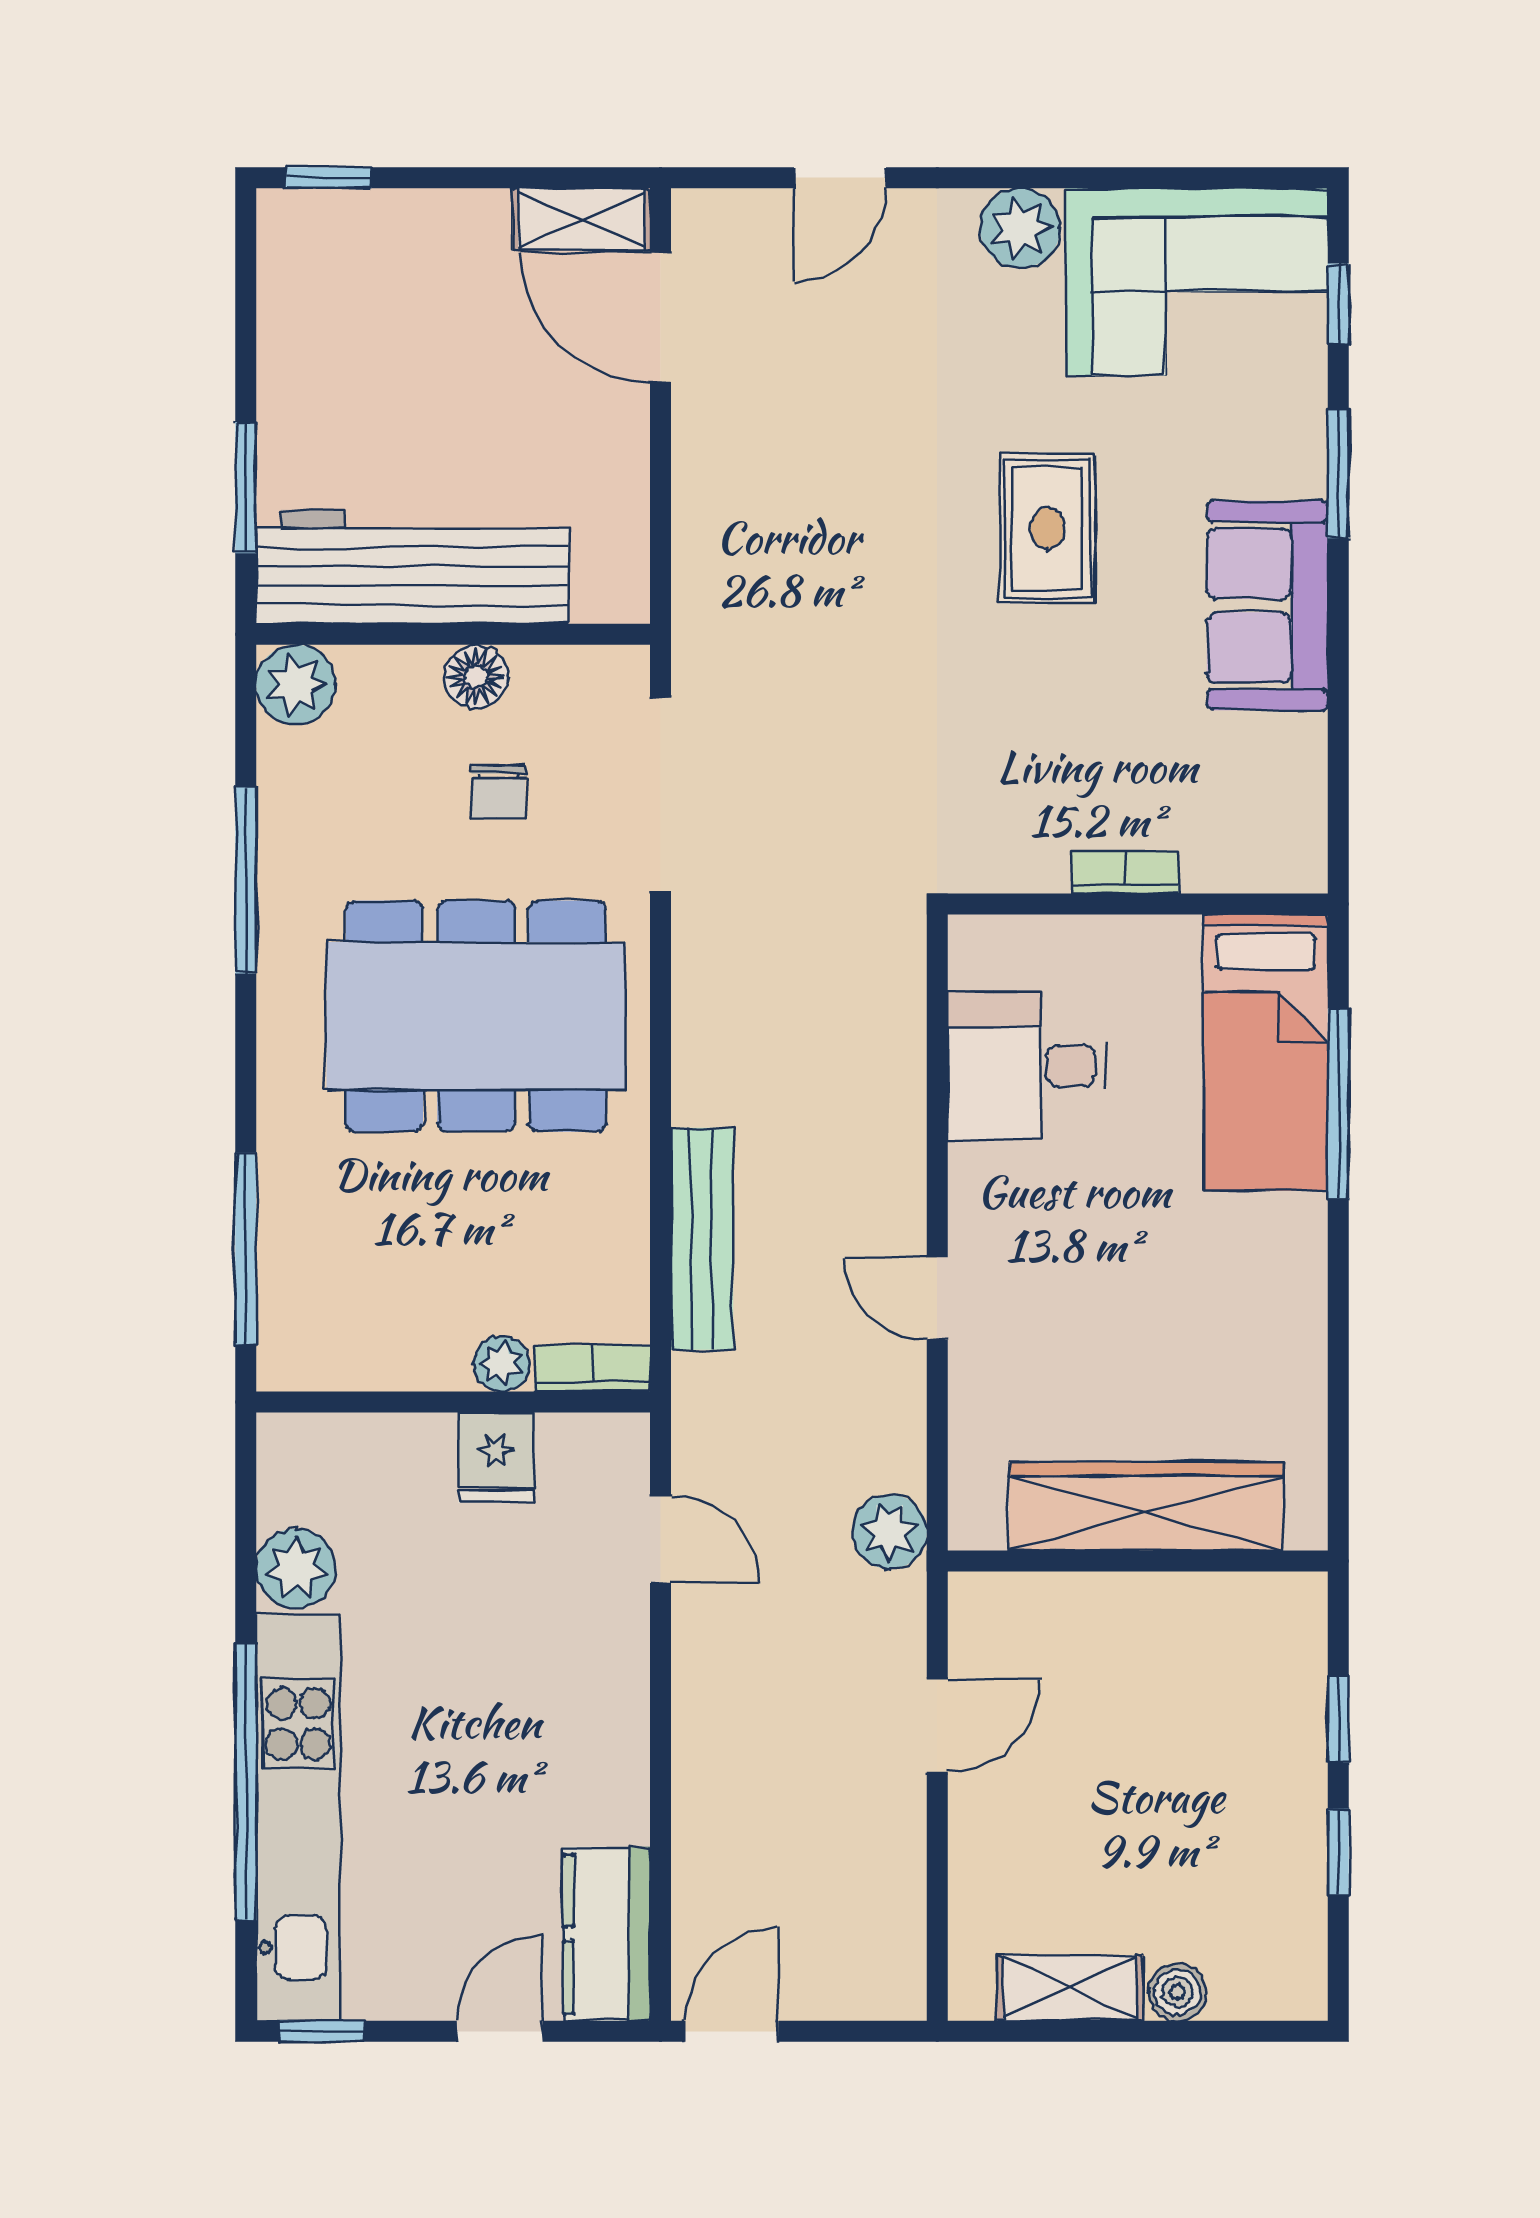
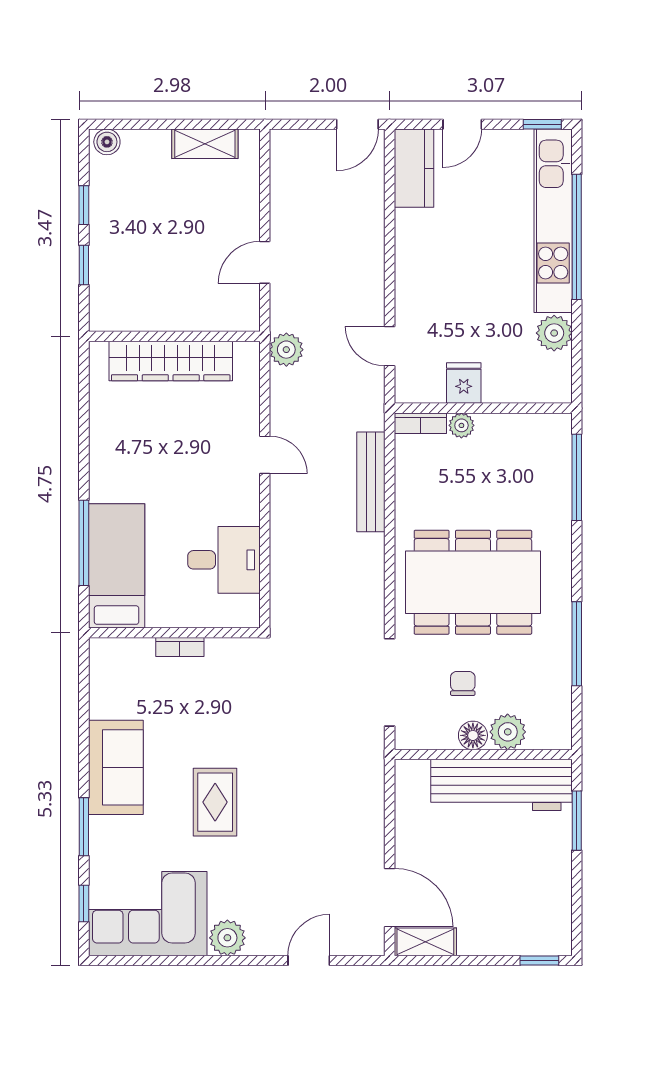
plant: (296, 684) -> (508, 732), moved
boiler: (1177, 1992) -> (107, 142), moved

